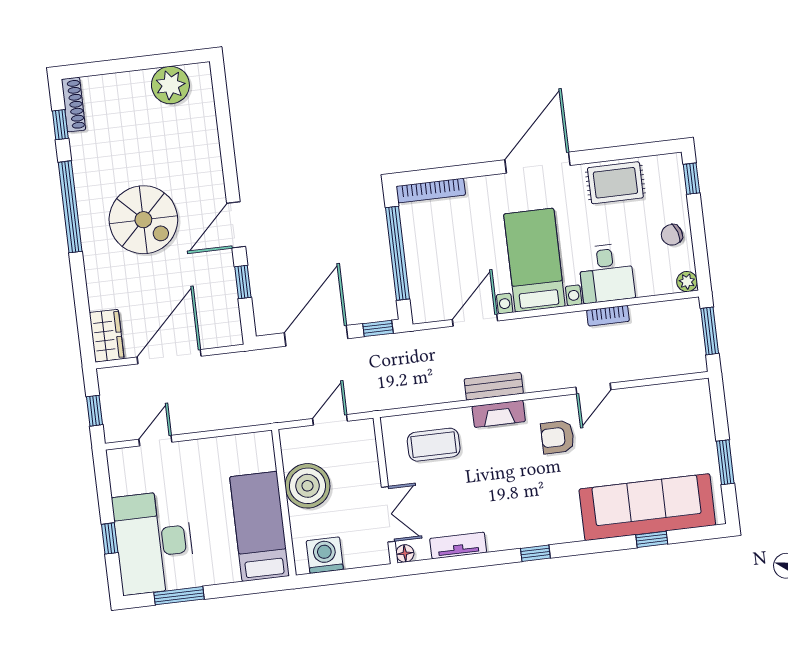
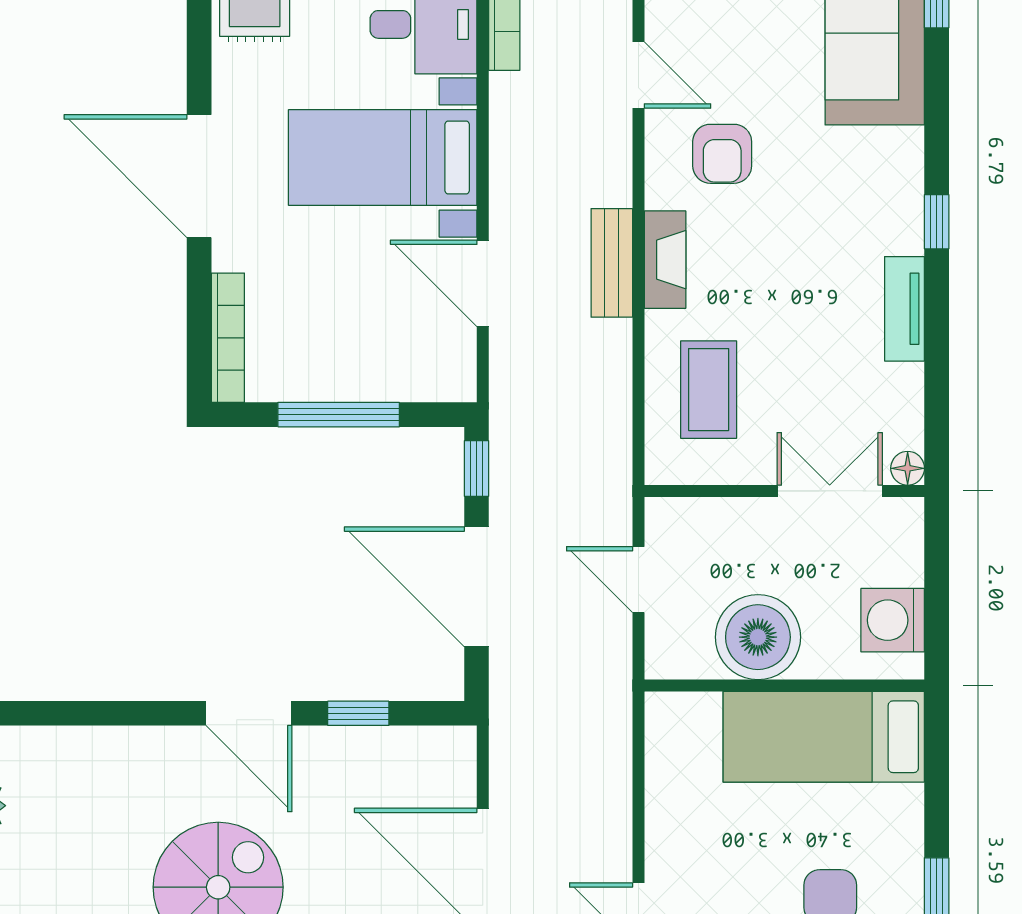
door: (537, 163) -> (199, 176), moved
window: (398, 253) -> (339, 415), width x0.68
tv unit: (458, 545) -> (905, 309), moved

